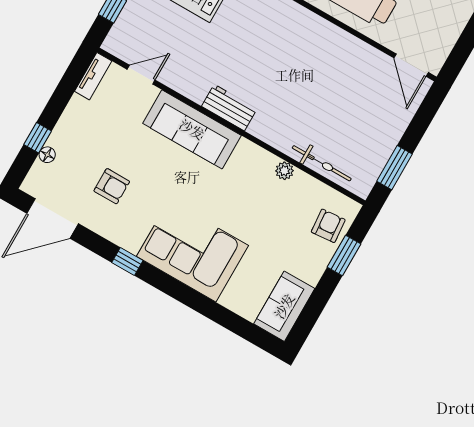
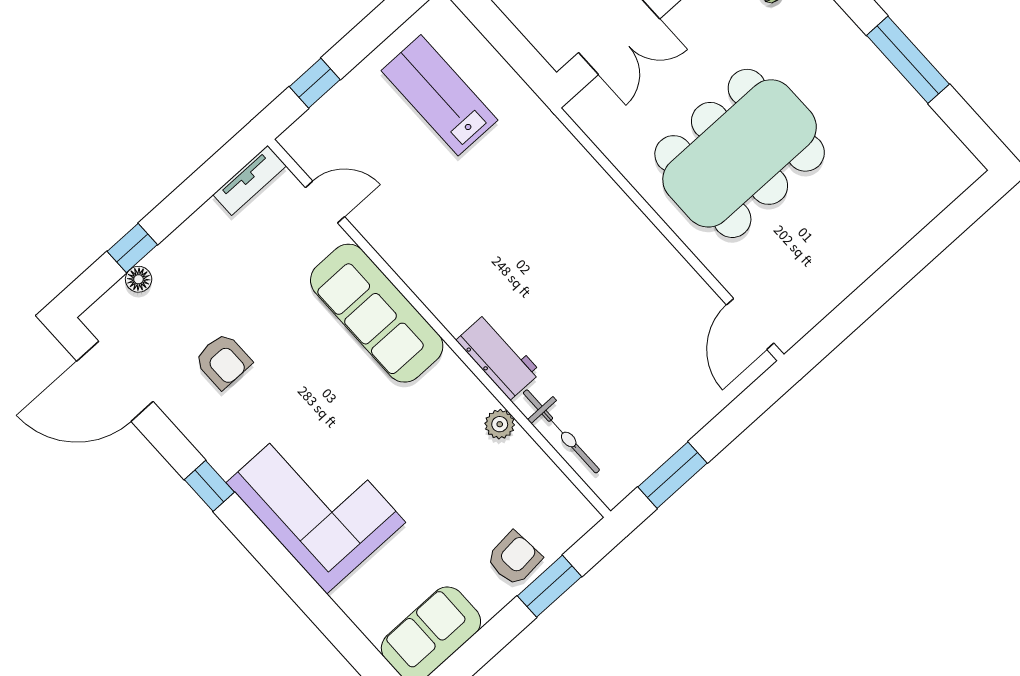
workbench: (229, 108) -> (498, 356), moved
armchair: (328, 226) -> (514, 558), moved

